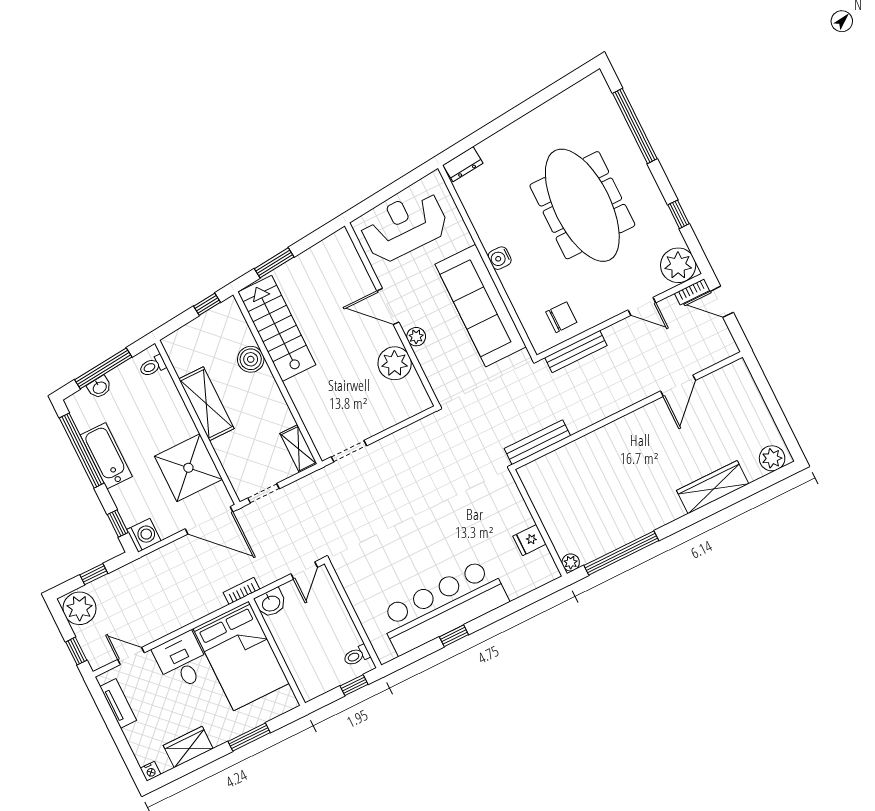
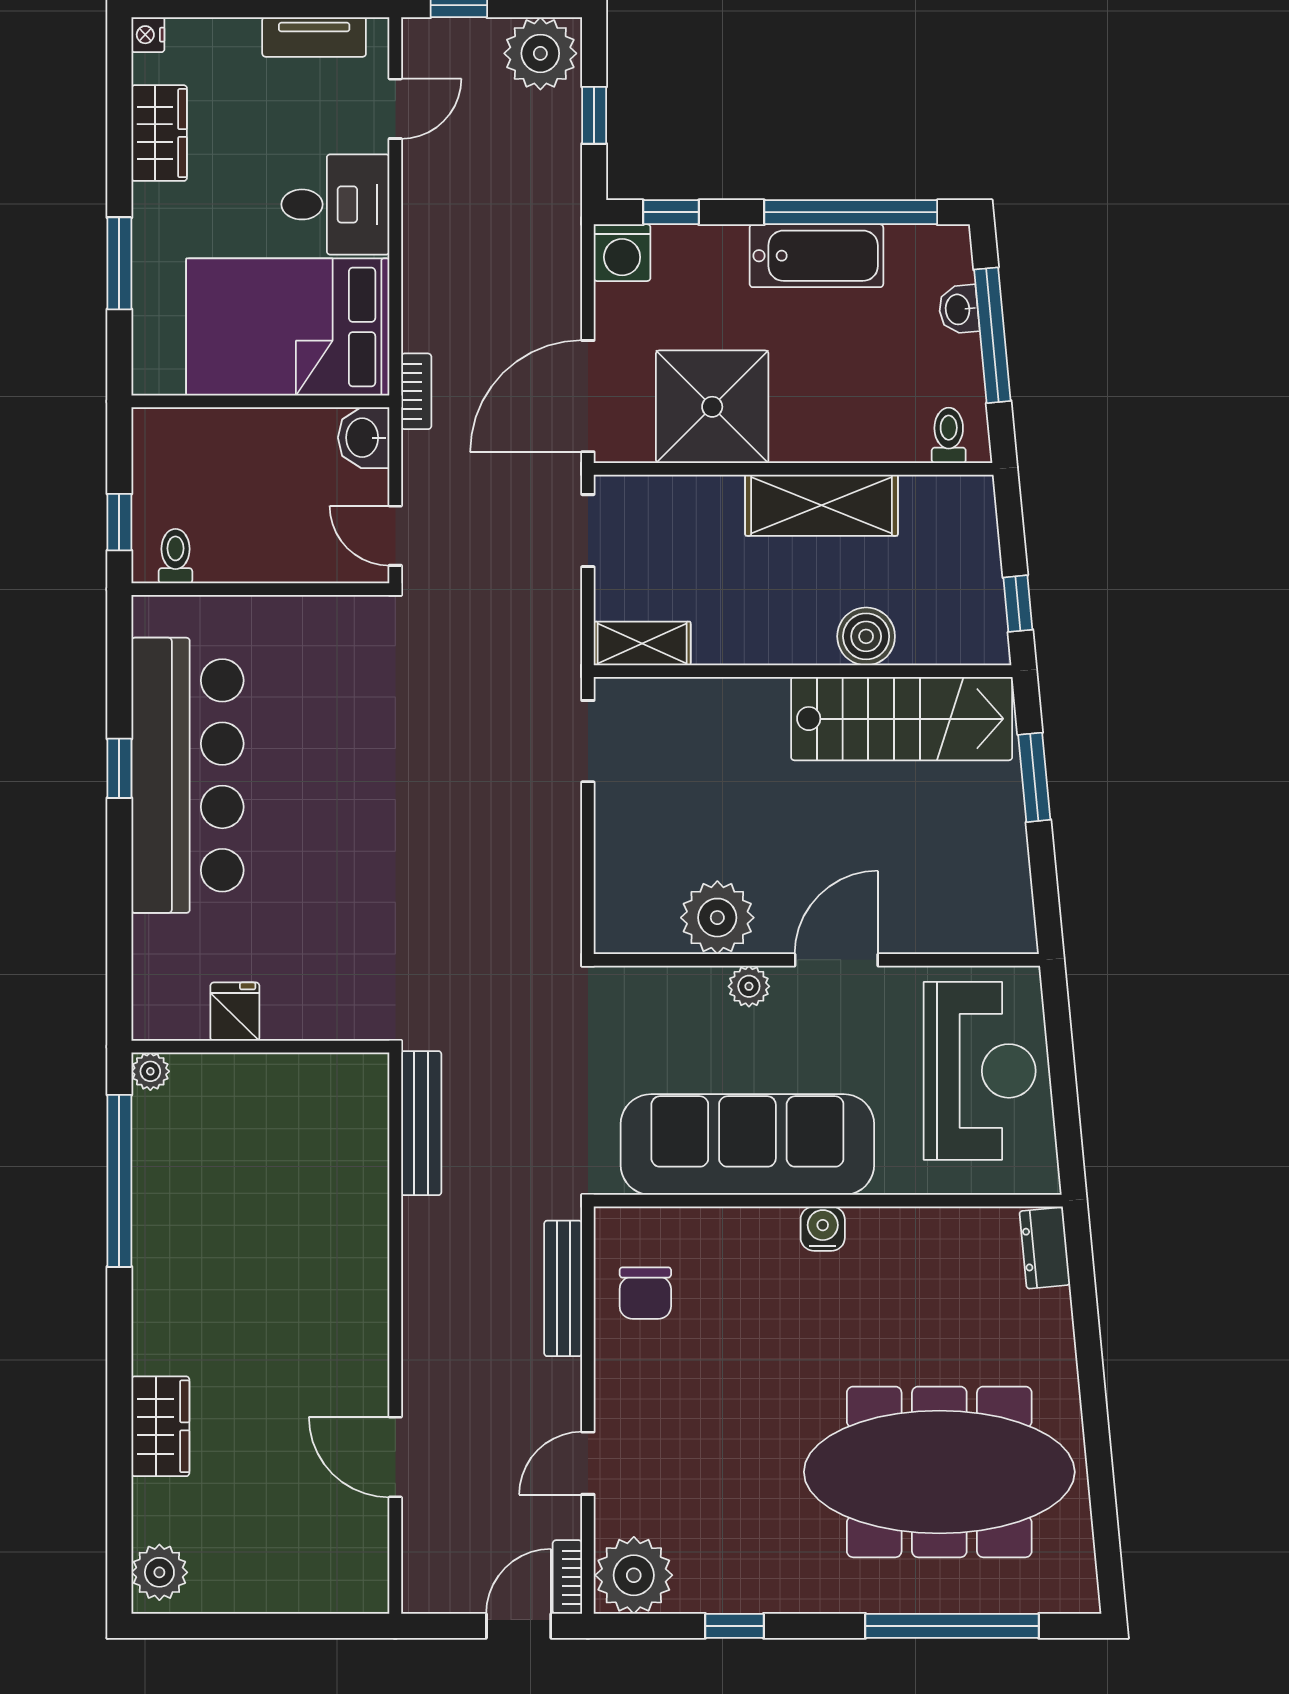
meeting table: (582, 205) -> (939, 1472), moved
wardrobe: (713, 487) -> (160, 1426), width x0.67

